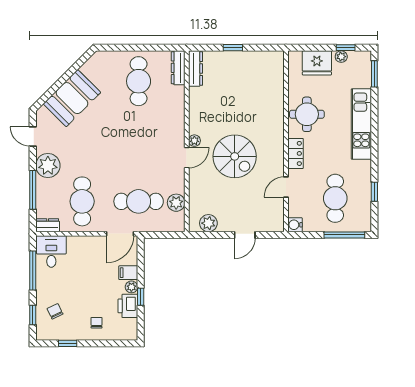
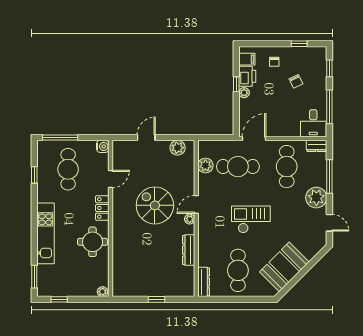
plant: (341, 57) -> (102, 292), moved
fridge: (317, 63) -> (84, 286), removed
dresser: (196, 68) -> (189, 250), moved
booth: (72, 98) -> (284, 267), moved
checkout: (124, 140) -> (251, 219), added
filing cabinet: (128, 273) -> (247, 59), moved
chair: (55, 311) -> (296, 81), moved

